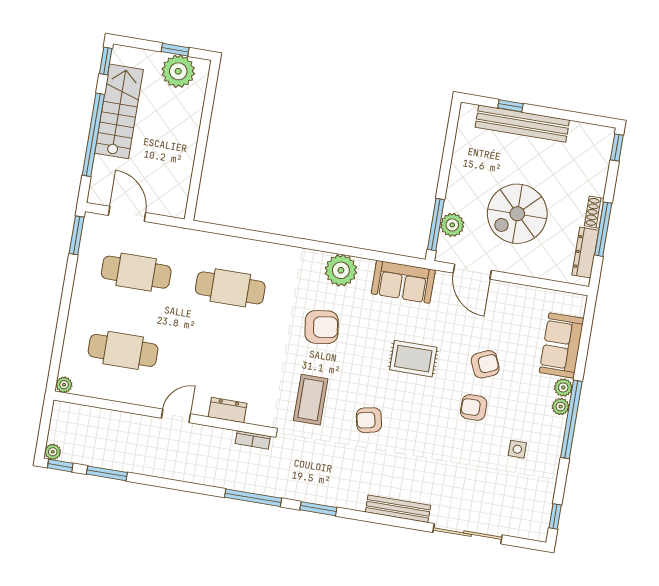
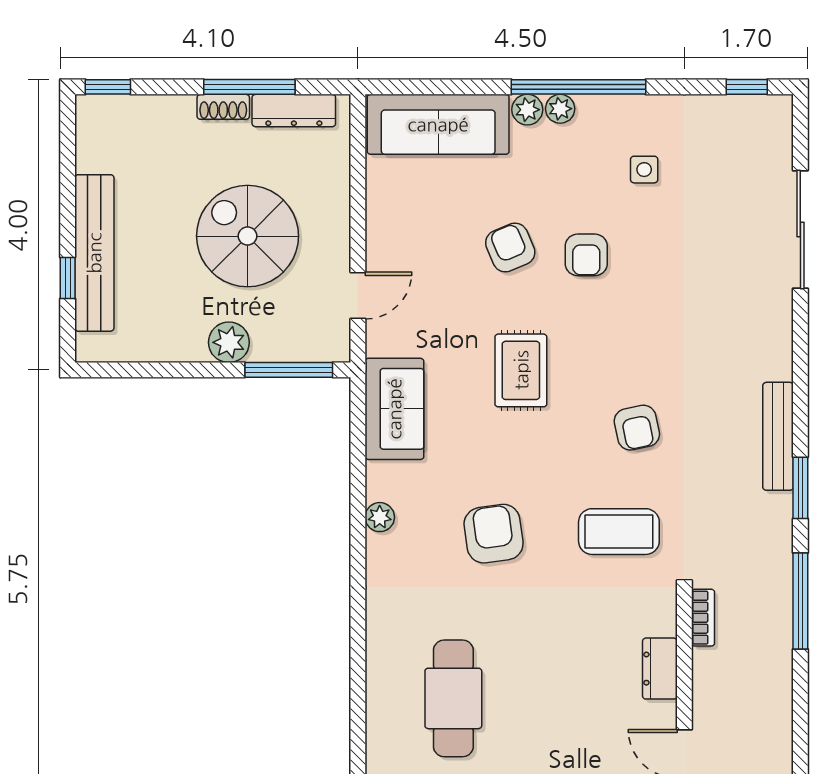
spiral stairs: (517, 214) -> (248, 236), turned 180
plant: (452, 225) -> (229, 342), moved
plant: (341, 270) -> (380, 517), width x0.53, depth x0.53
door: (472, 272) -> (358, 295), width x0.73
sofa: (562, 345) -> (438, 124), width x1.36
bench: (398, 509) -> (778, 436), moved

